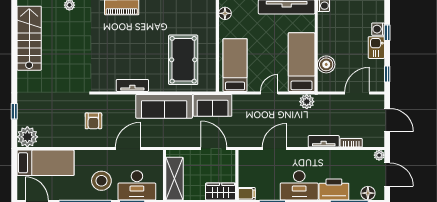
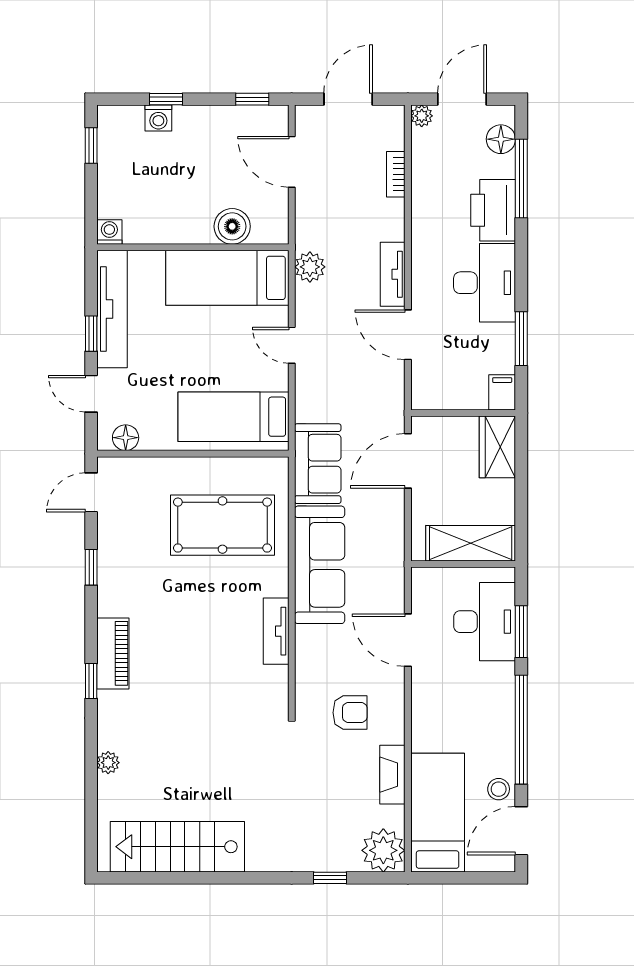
kitchen sink: (376, 48) -> (197, 122), removed
fireplace: (64, 141) -> (392, 775), added
tv unit: (324, 141) -> (393, 274), moved
stool: (101, 181) -> (499, 789), moved, width x0.53, depth x0.53

